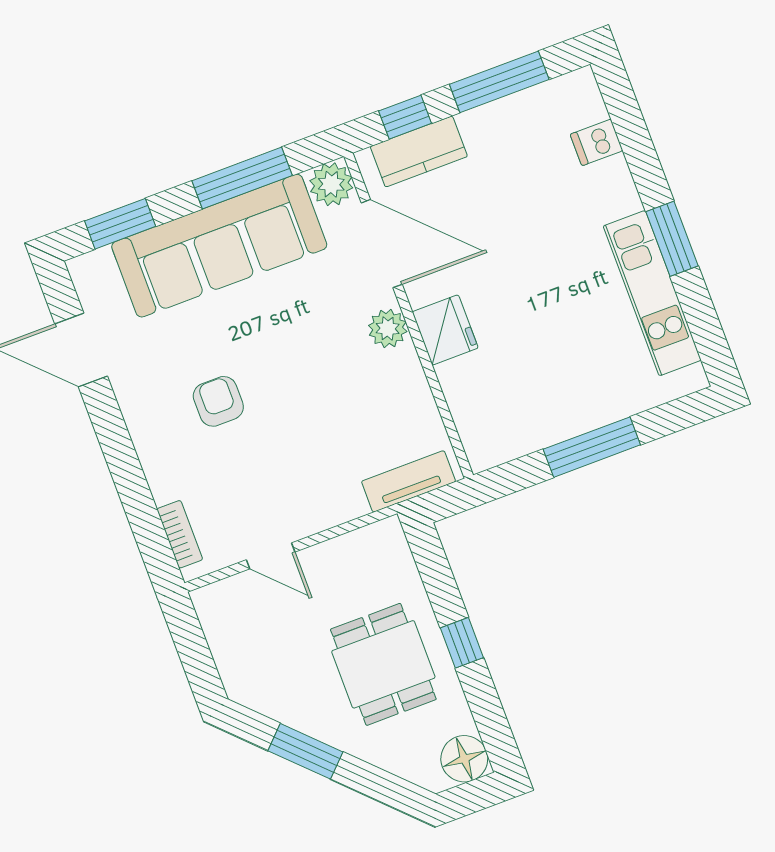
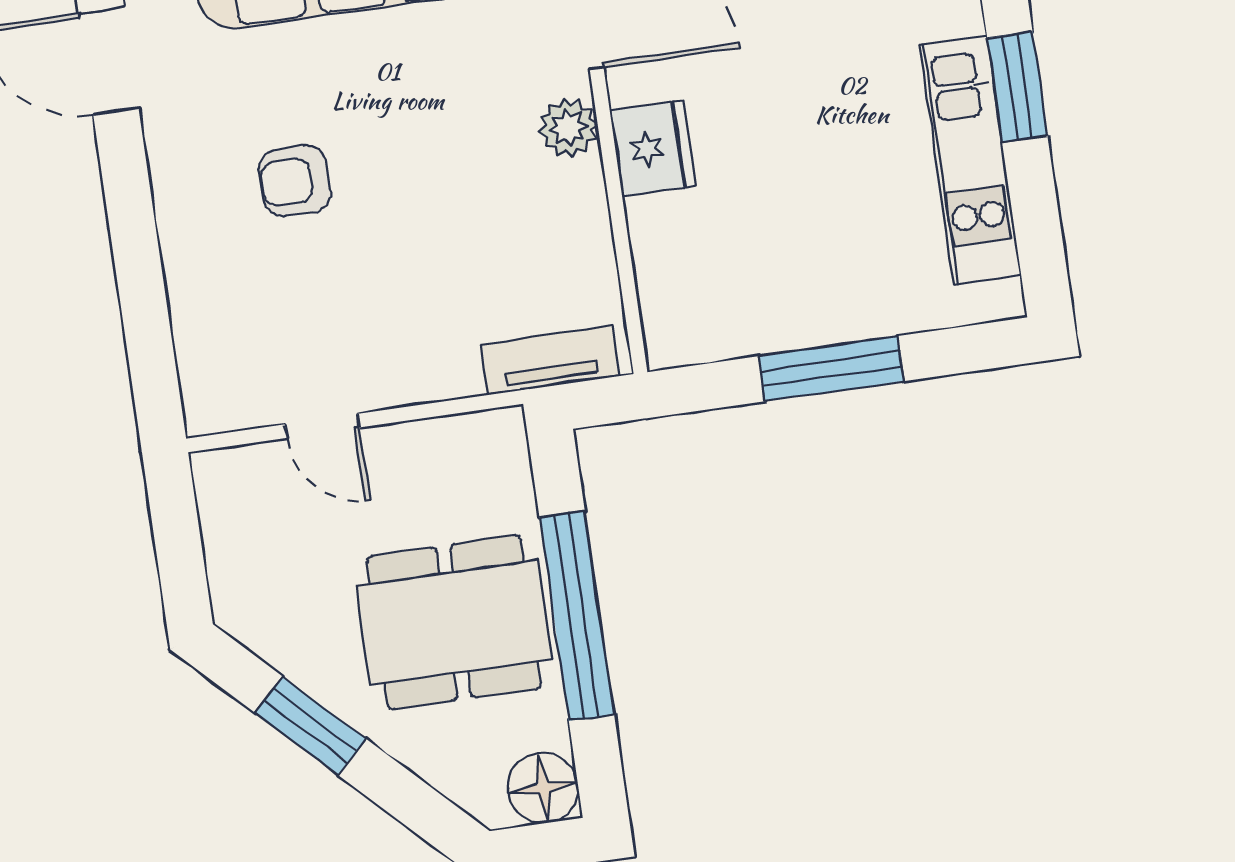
armchair: (218, 401) -> (295, 181), turned -90
bookcase: (180, 534) -> (195, 365), removed
window: (462, 643) -> (577, 616), width x3.17
dining table: (383, 664) -> (454, 622), width x1.38

